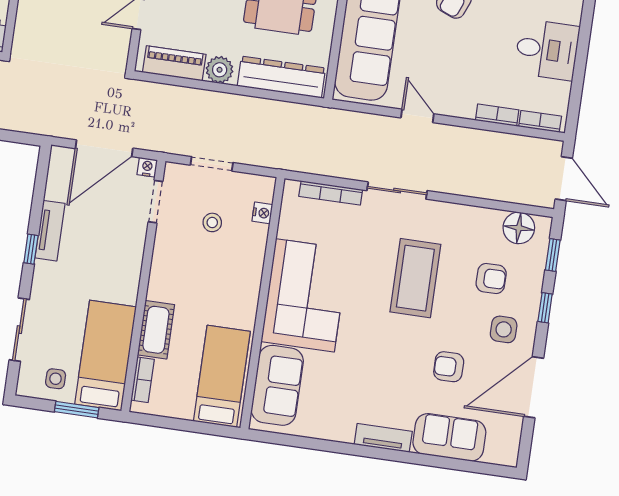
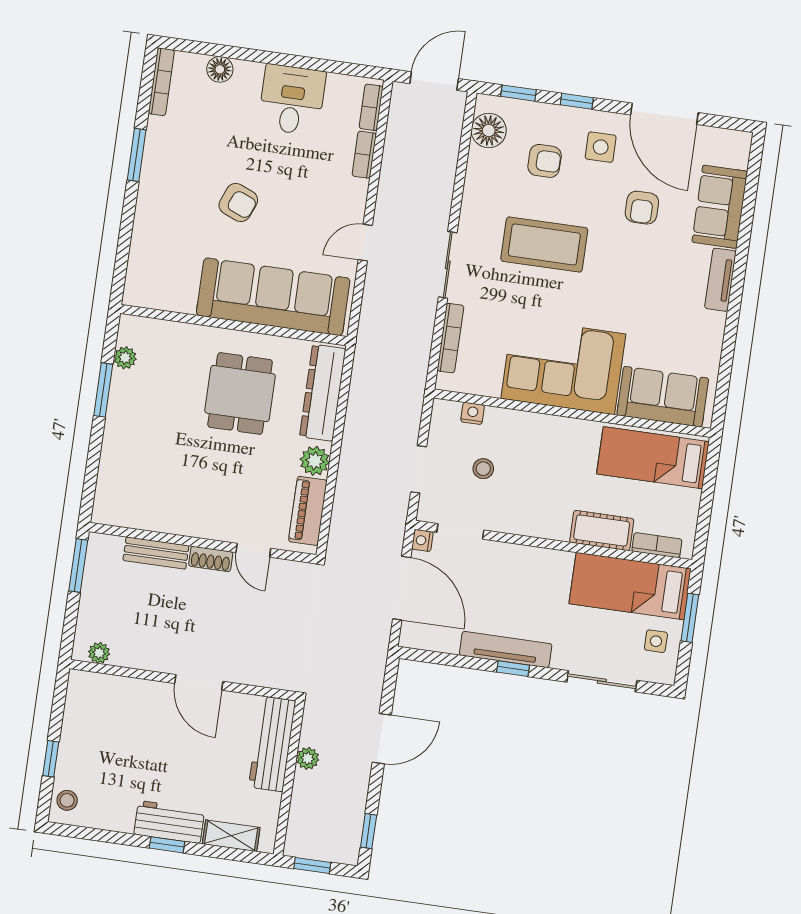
tv unit: (50, 231) -> (506, 649), width x1.41
armchair: (491, 279) -> (545, 161), turned 90

